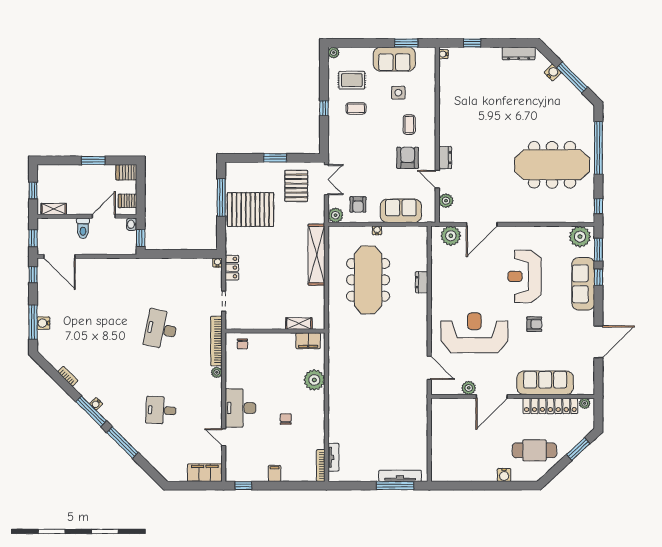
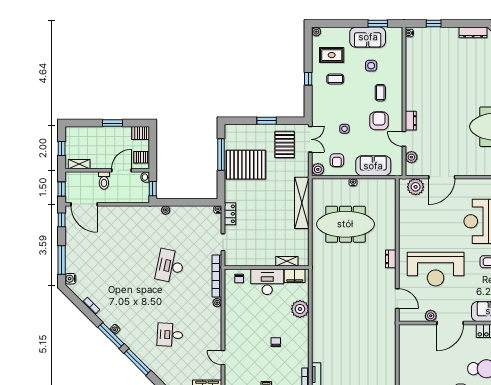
side table: (367, 167) -> (344, 129), added
plant: (156, 263) -> (166, 210), added
meeting table: (368, 280) -> (345, 224), turned 90
dresser: (422, 282) -> (391, 259), moved
water cooler: (43, 323) -> (70, 279), moved
reception desk: (474, 333) -> (436, 269), turned 180
desk: (240, 408) -> (267, 282), moved, turned 90

